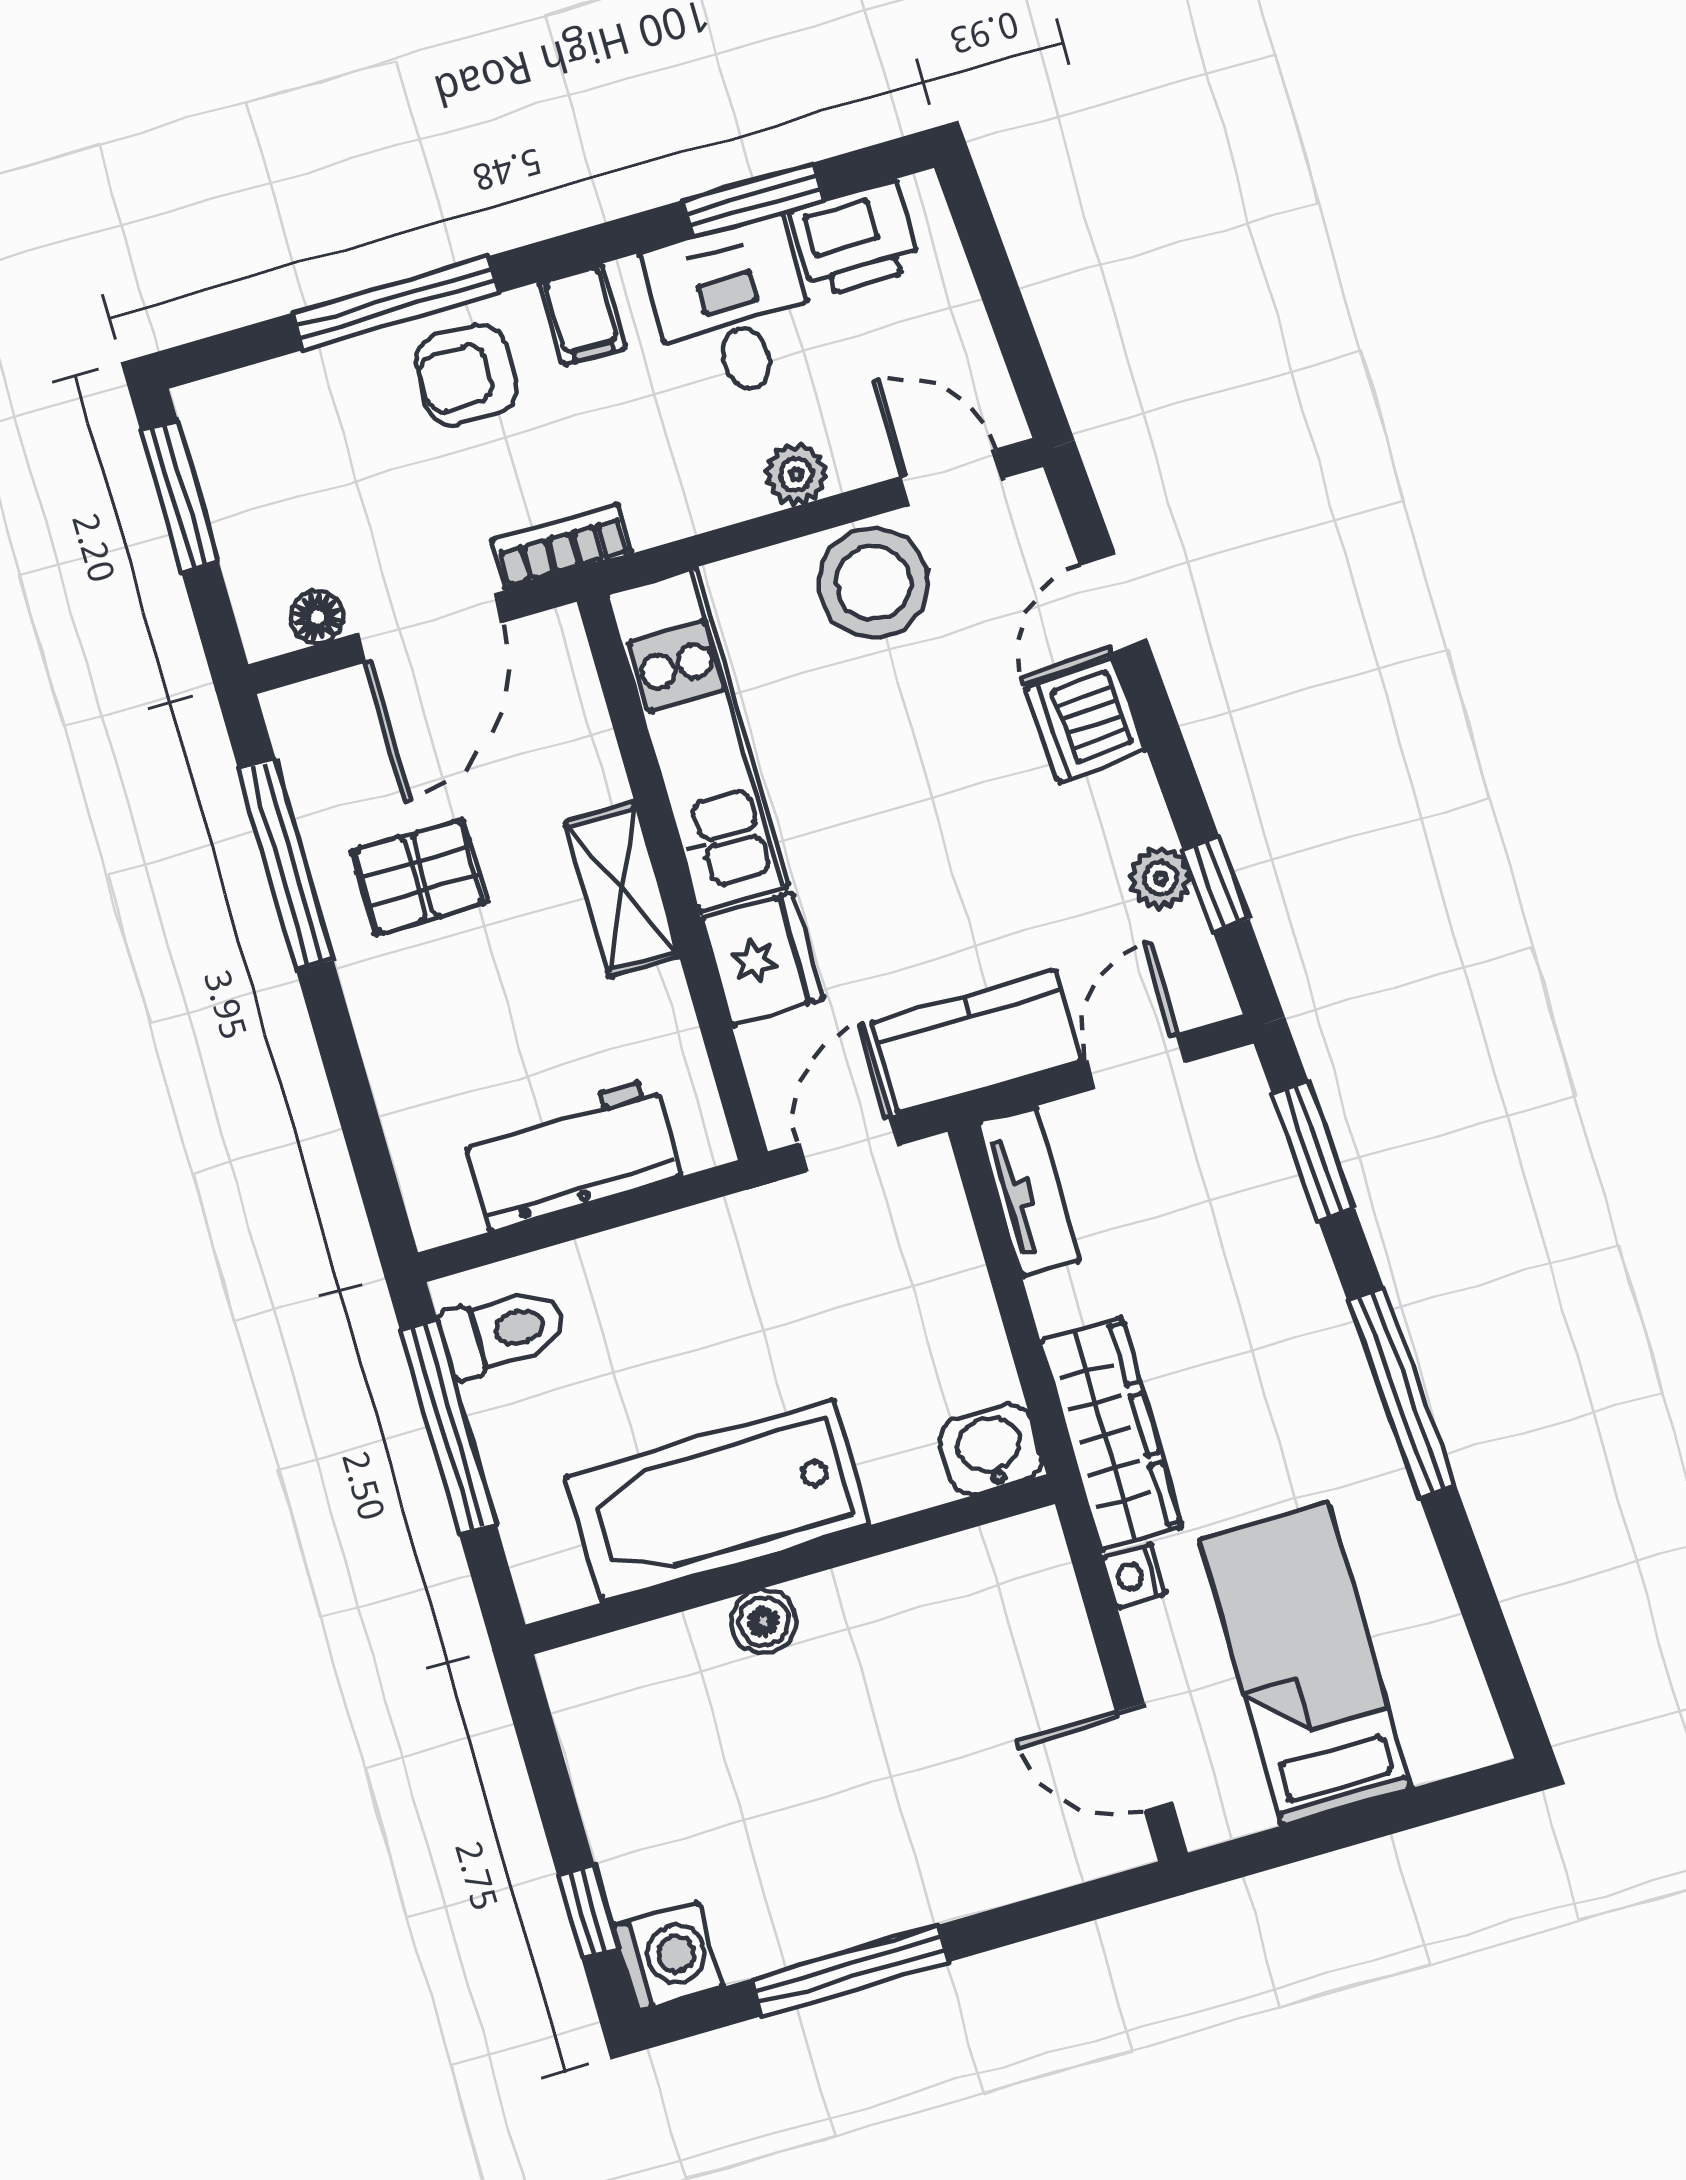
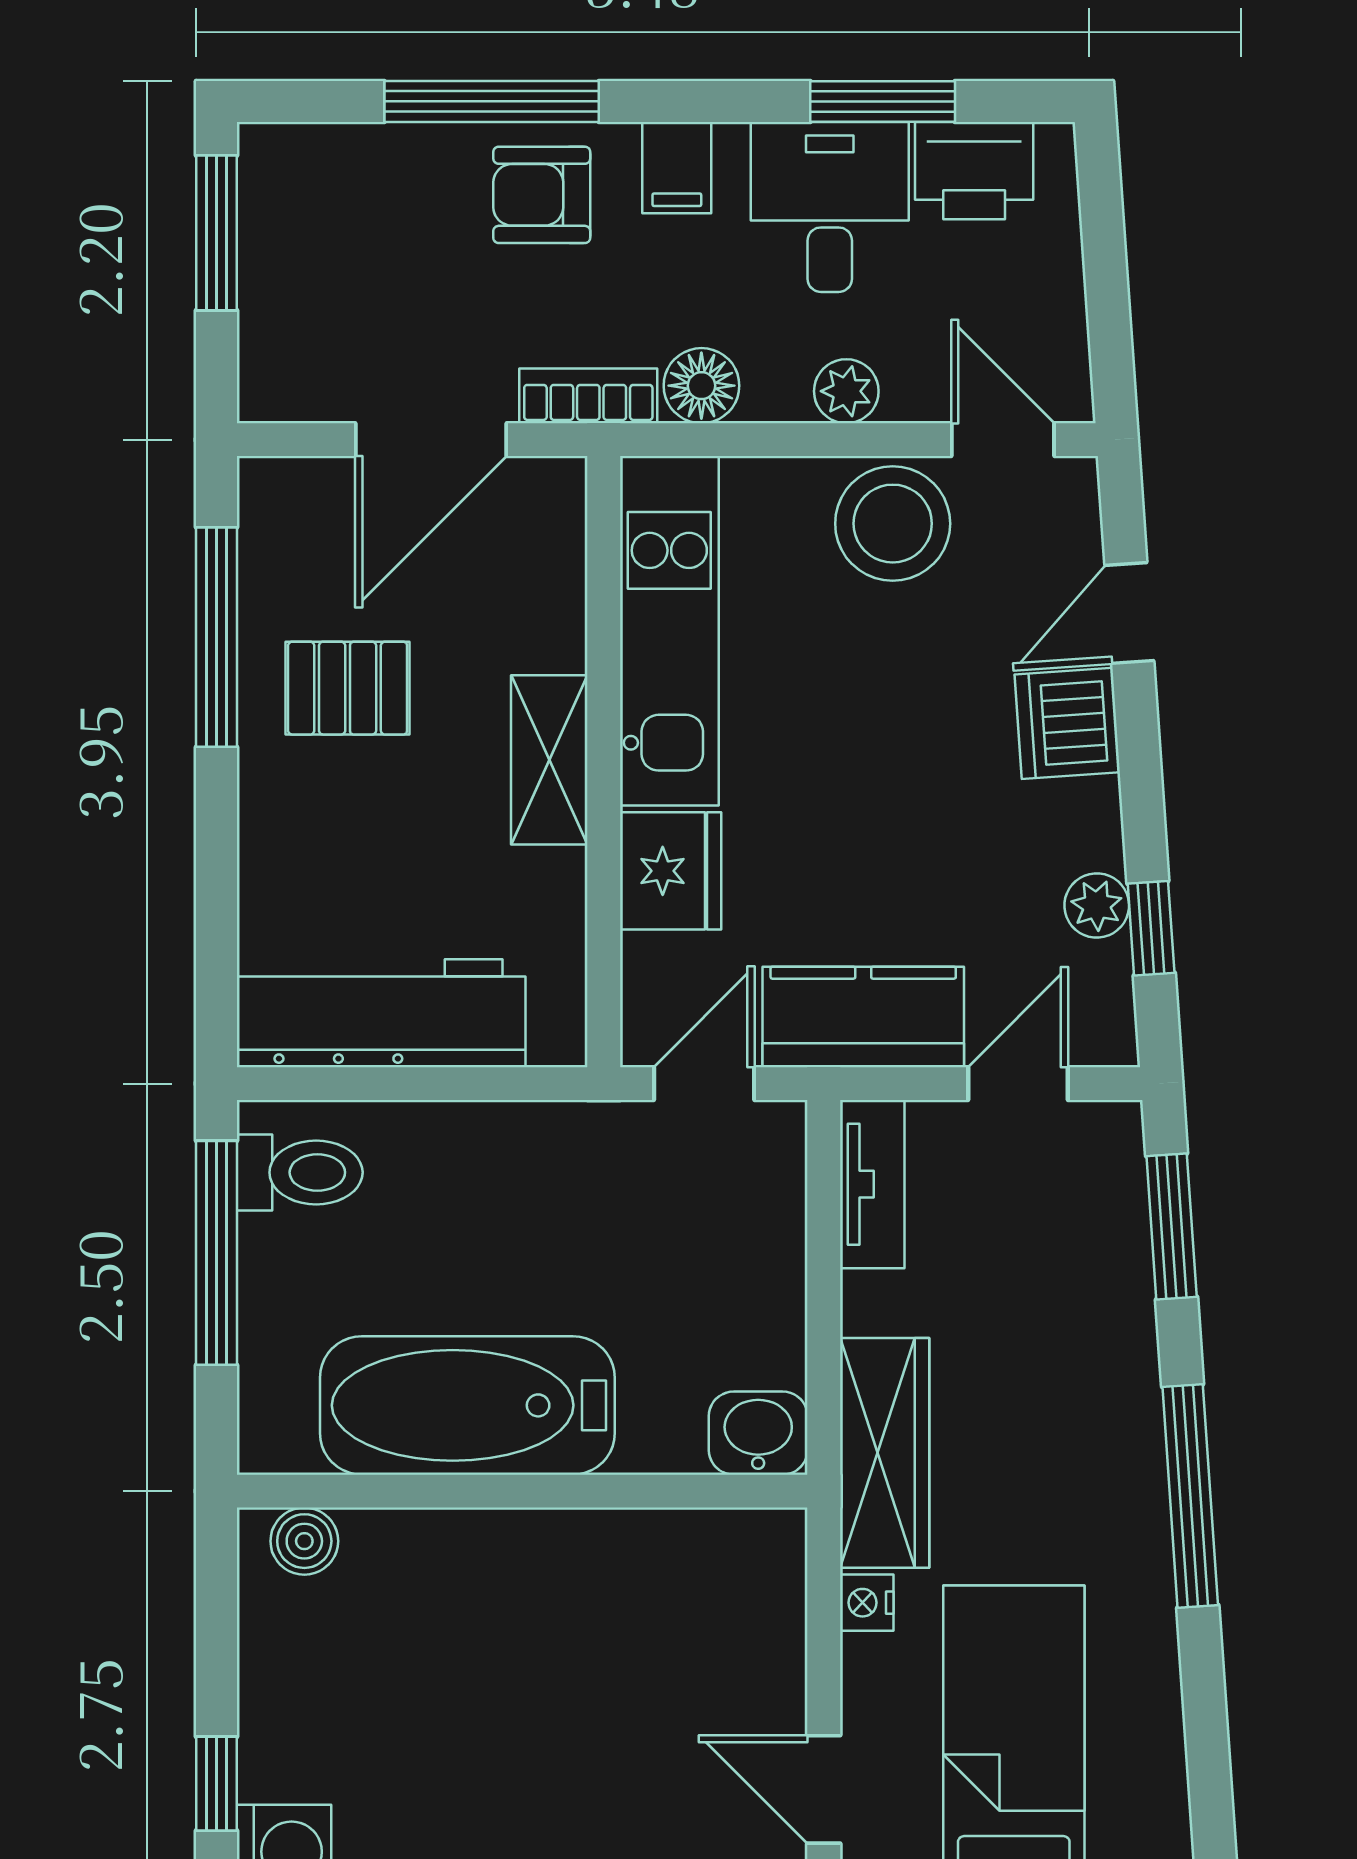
floor lamp: (317, 617) -> (701, 386), moved, width x1.37, depth x1.37
workbench: (572, 1155) -> (382, 1013), width x1.38
boiler: (764, 1621) -> (304, 1541), moved

